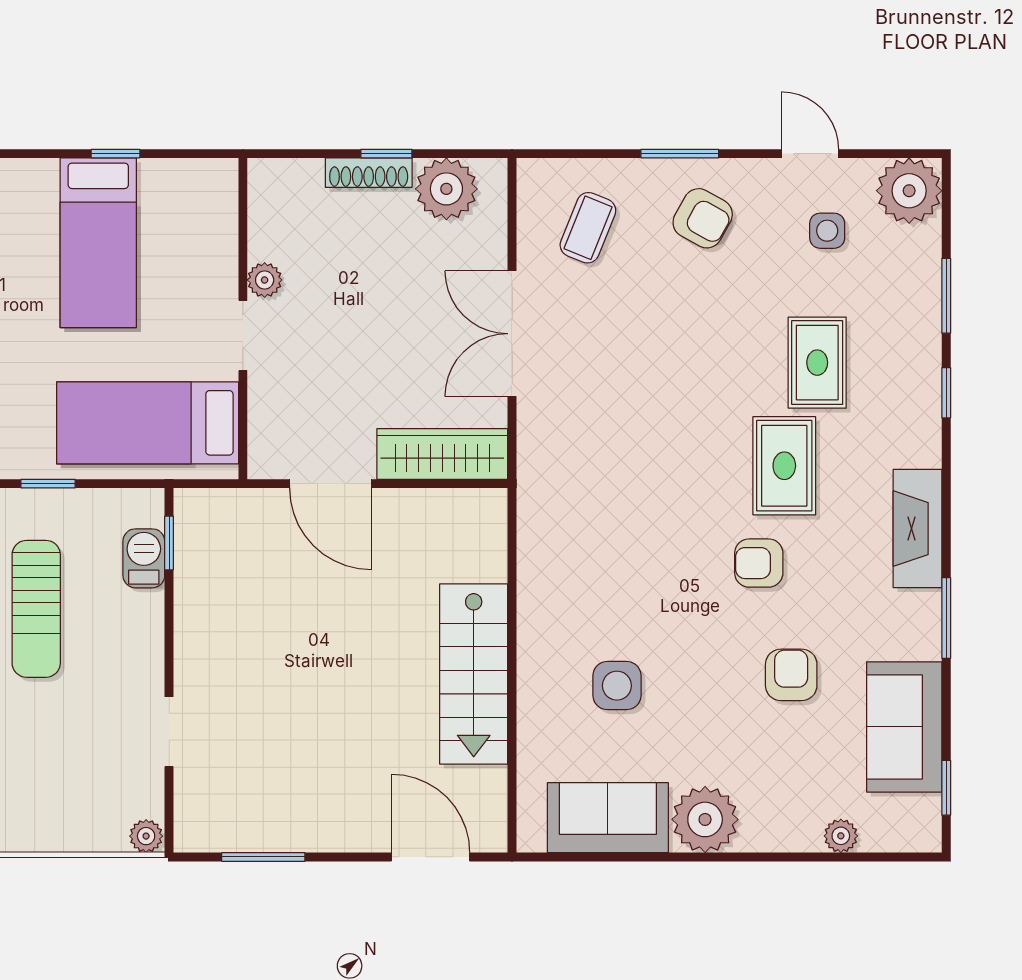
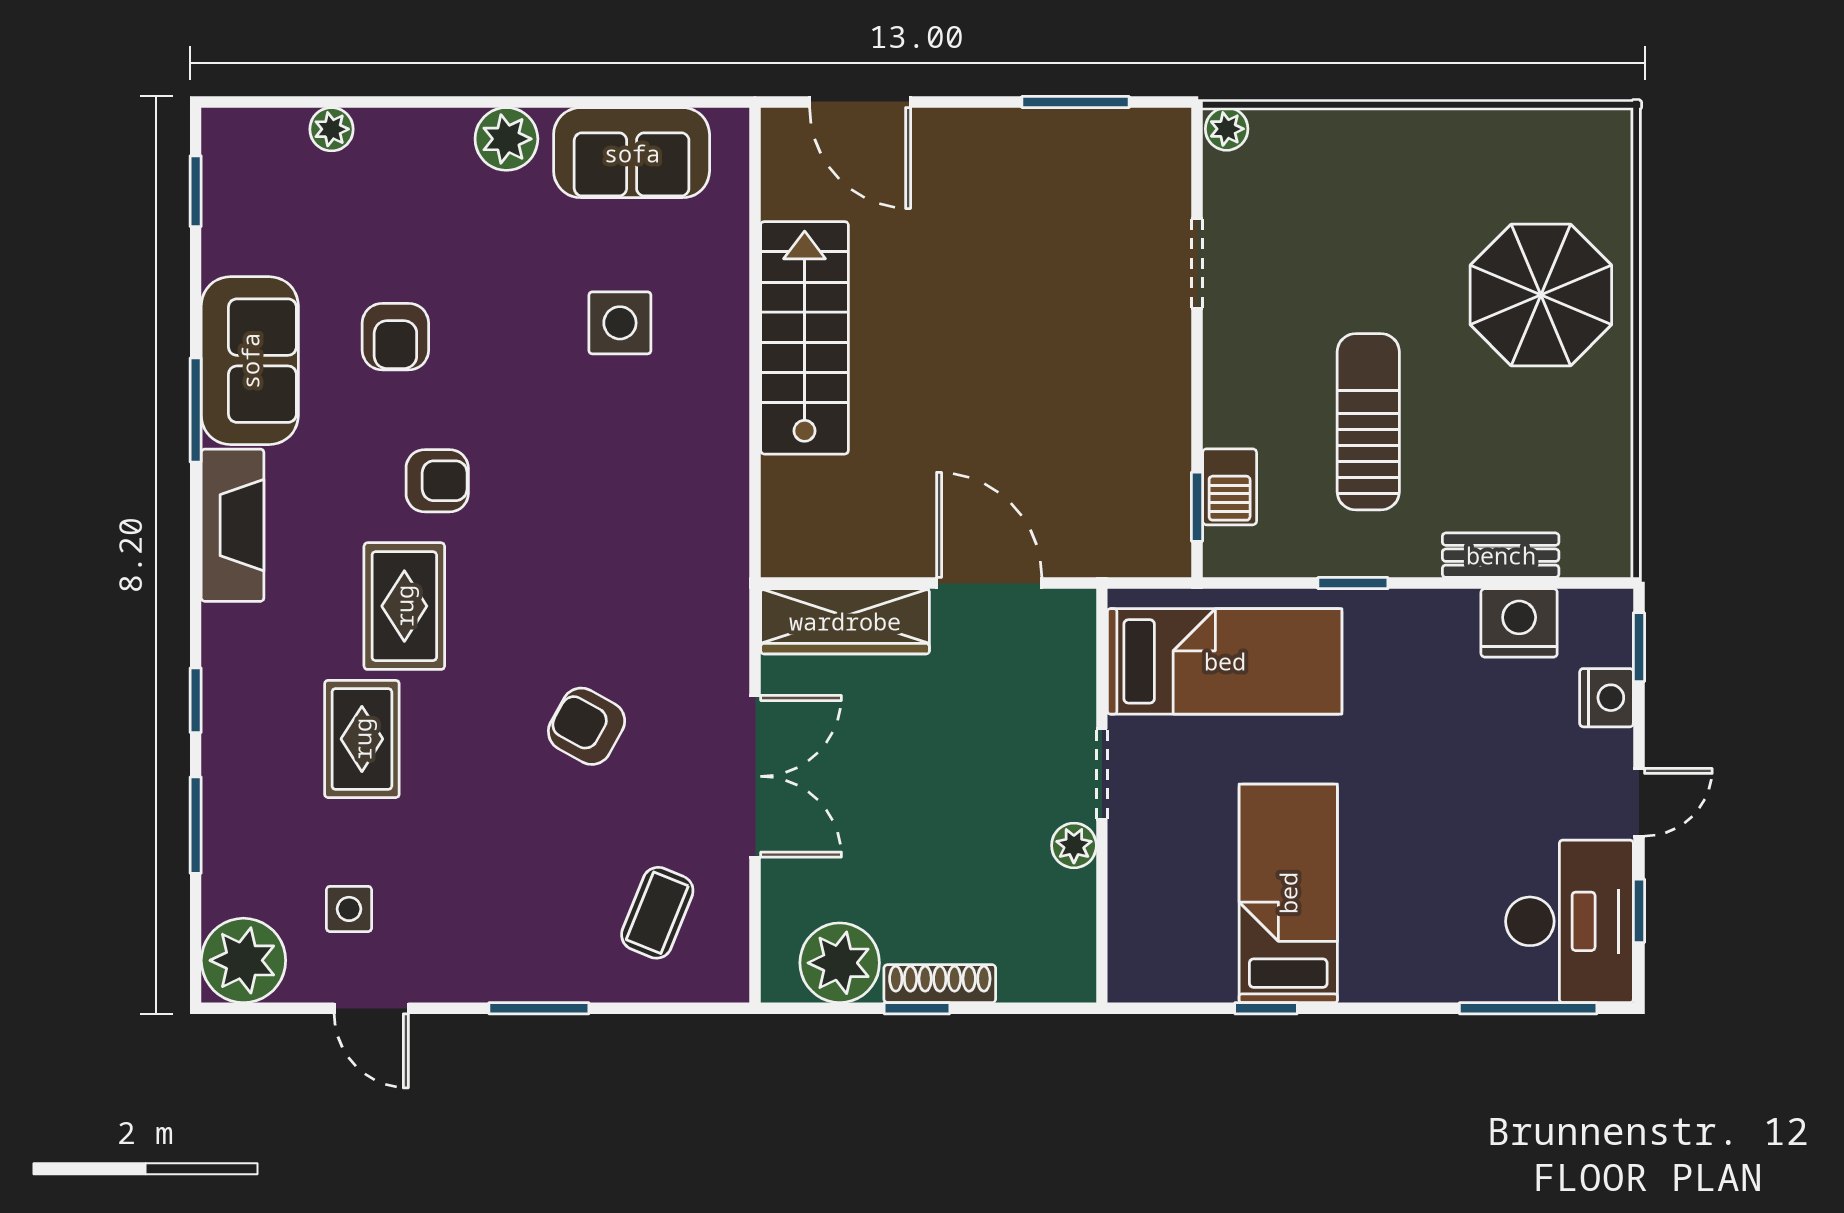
armchair: (703, 218) -> (587, 726), moved
sofa: (904, 727) -> (250, 361), moved
plant: (705, 819) -> (506, 139), width x0.73, depth x0.73

